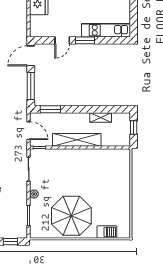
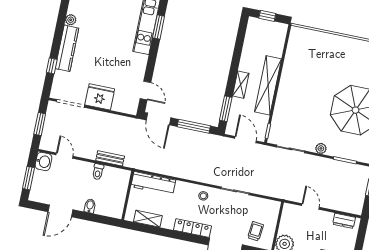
door: (62, 40) -> (145, 91), moved
window: (85, 40) -> (159, 27), moved
shelving: (101, 117) -> (241, 85), moved
door: (29, 131) -> (245, 140), hinge flipped

